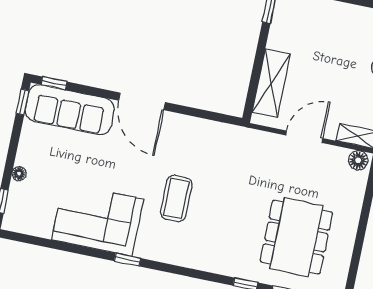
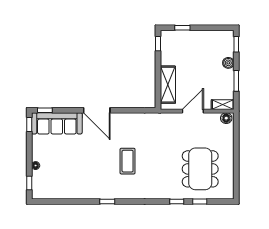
corner sofa: (98, 219) -> (86, 182), removed

